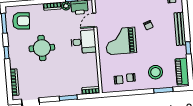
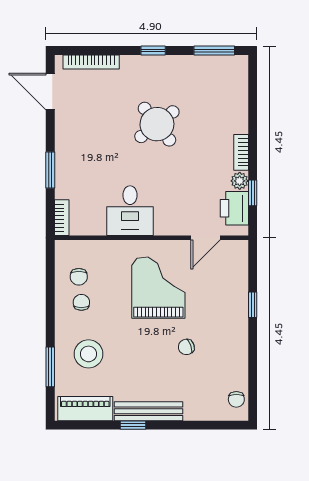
door: (95, 20) -> (205, 238), swing flipped
armchair: (21, 21) -> (216, 86), removed
bench: (180, 29) -> (148, 411), moved
desk: (83, 42) -> (130, 211), moved
round table: (42, 48) -> (157, 124), turned -38

